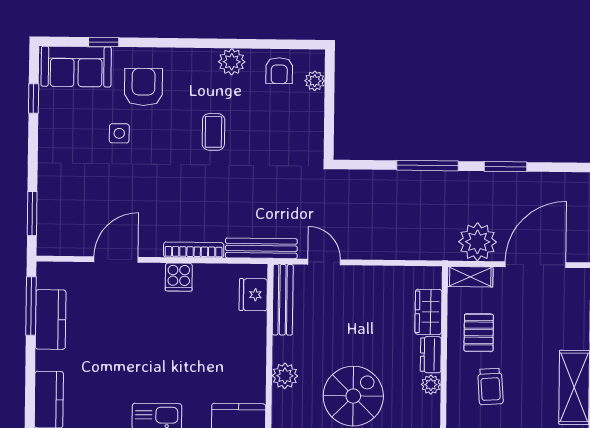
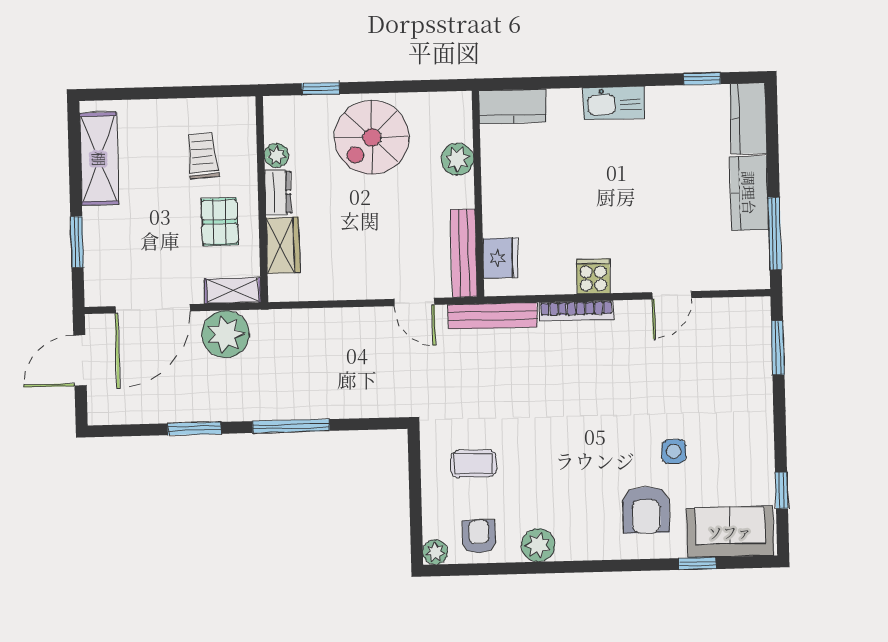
plant: (315, 81) -> (435, 552), moved
coffee table: (213, 132) -> (473, 464), moved, turned 90
door: (116, 259) -> (672, 295), width x0.73
kitchen counter: (51, 320) -> (749, 193), moved

